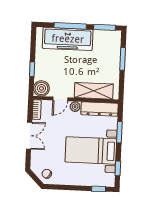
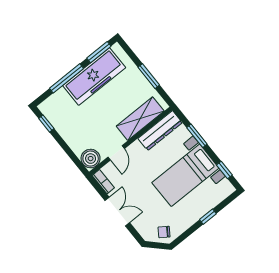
freezer: (68, 39) -> (94, 77), moved
window: (123, 59) -> (149, 76), moved
window: (32, 69) -> (46, 123), moved
plant: (75, 107) -> (136, 148), removed
window: (99, 189) -> (208, 217), moved

